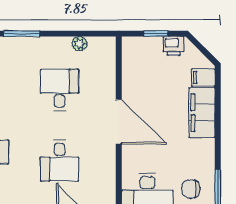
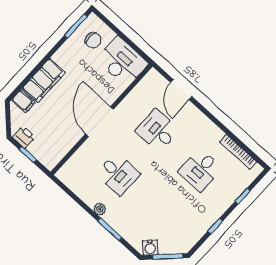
plant: (79, 44) -> (100, 209), moved
desk: (60, 90) -> (118, 174), turned -90
desk: (60, 160) -> (157, 131), turned -90

